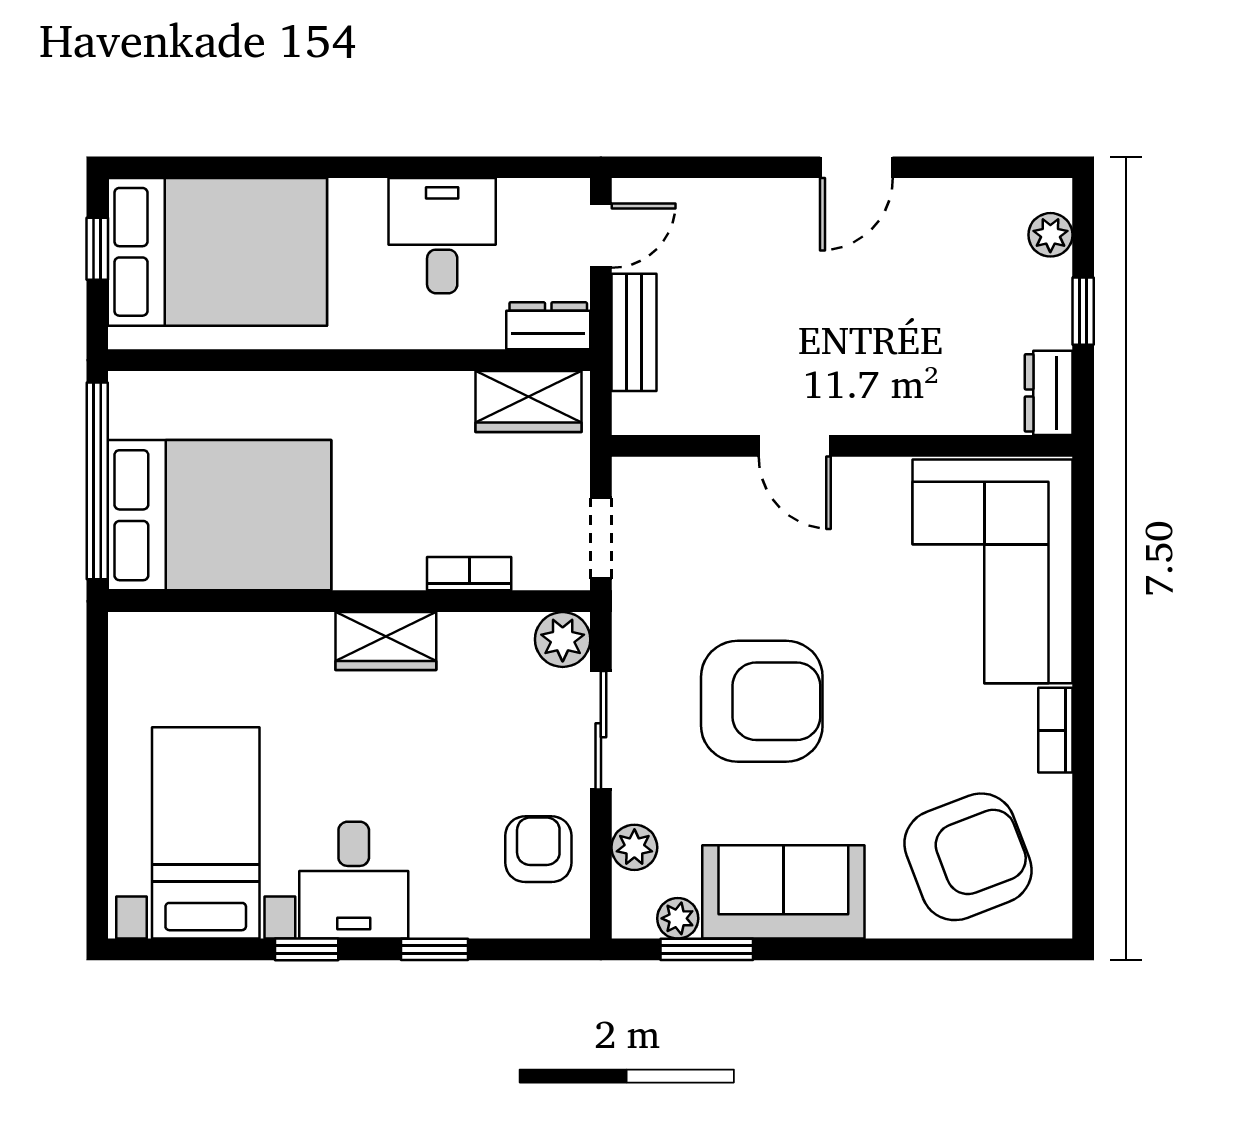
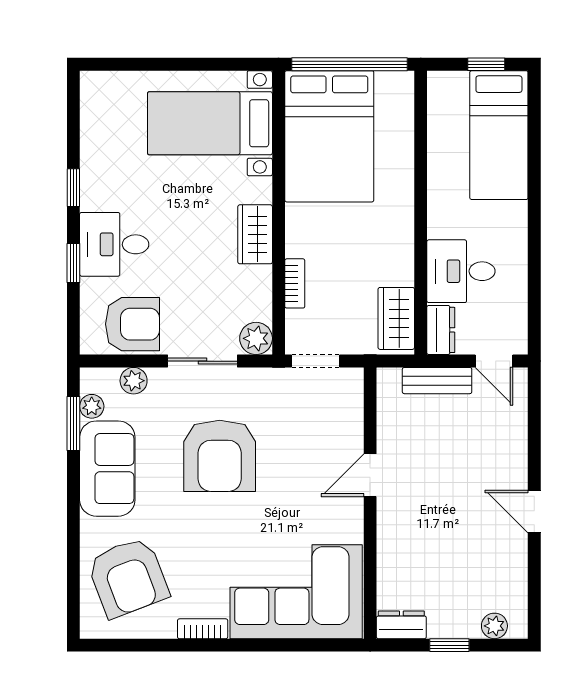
desk: (442, 236) -> (461, 271), moved, turned 180
bed: (217, 252) -> (499, 135), width x0.67
bed with nightstands: (206, 833) -> (210, 123), moved, turned 180
armchair: (538, 849) -> (132, 324), width x1.38, depth x1.38
desk: (354, 880) -> (114, 244), moved

